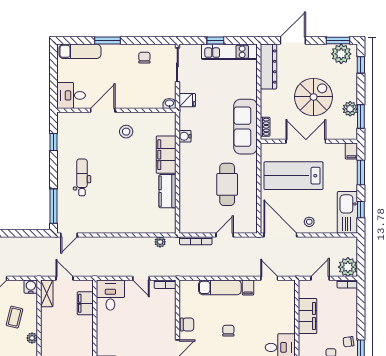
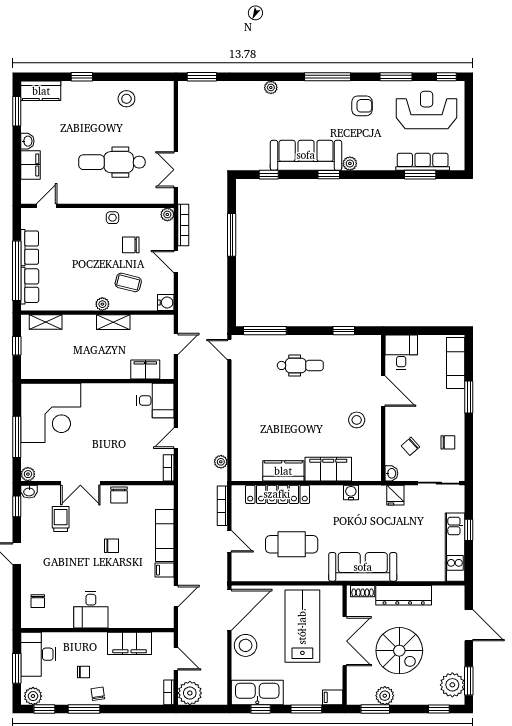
dresser: (268, 67) -> (404, 595), moved
chair: (148, 88) -> (410, 446), added
locker: (187, 196) -> (277, 494), added
stool: (309, 222) -> (246, 645), width x1.89, depth x1.89
shelving: (47, 293) -> (113, 322), moved

